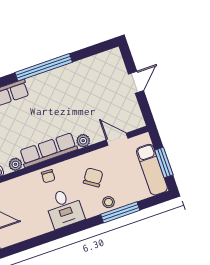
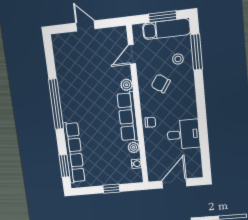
stool: (109, 202) -> (178, 59), moved
desk: (64, 208) -> (183, 134), moved
window: (120, 212) -> (197, 52), moved

